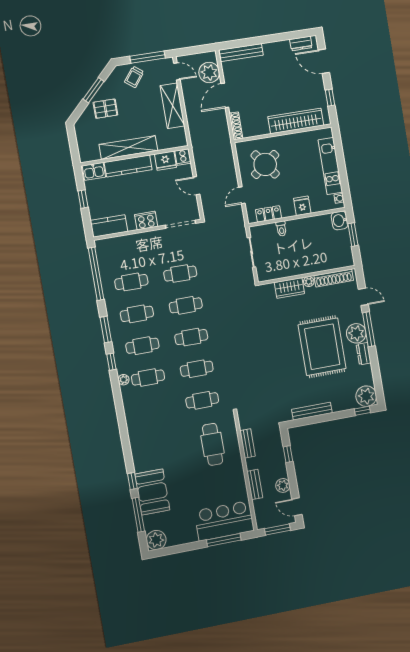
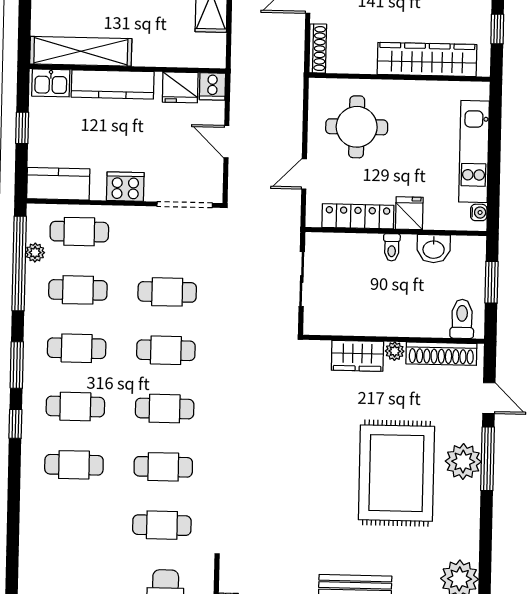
shelving: (128, 147) -> (81, 51), moved
round table: (265, 164) -> (357, 127), turned 37
locker: (268, 214) -> (358, 216), width x1.53
washbasin: (340, 220) -> (434, 249), moved, turned -90
toilet: (281, 229) -> (392, 247), moved
cafe table: (126, 250) -> (79, 232), added
toilet: (341, 257) -> (462, 319), added
dresser: (364, 354) -> (470, 501), removed
plant: (124, 380) -> (35, 253), moved

